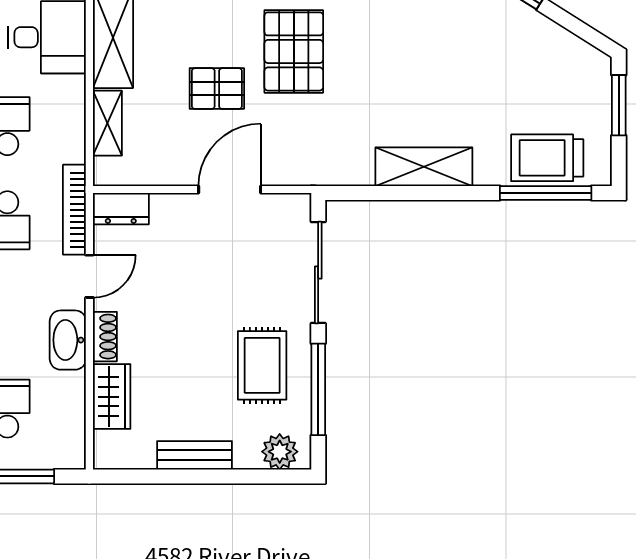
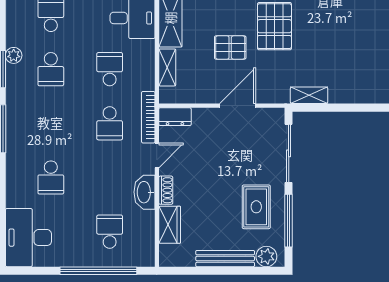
shelving: (424, 167) -> (309, 95), moved, width x0.67, depth x0.75
bench: (194, 455) -> (225, 259), width x1.36

